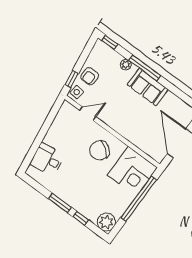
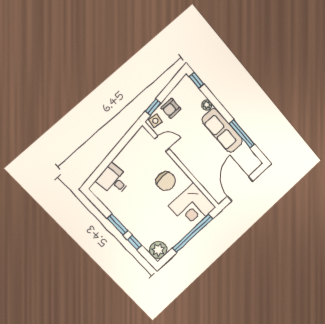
window: (145, 68) -> (242, 134), moved
sofa: (148, 87) -> (222, 131), width x1.36
chair: (100, 150) -> (166, 181), turned -126

